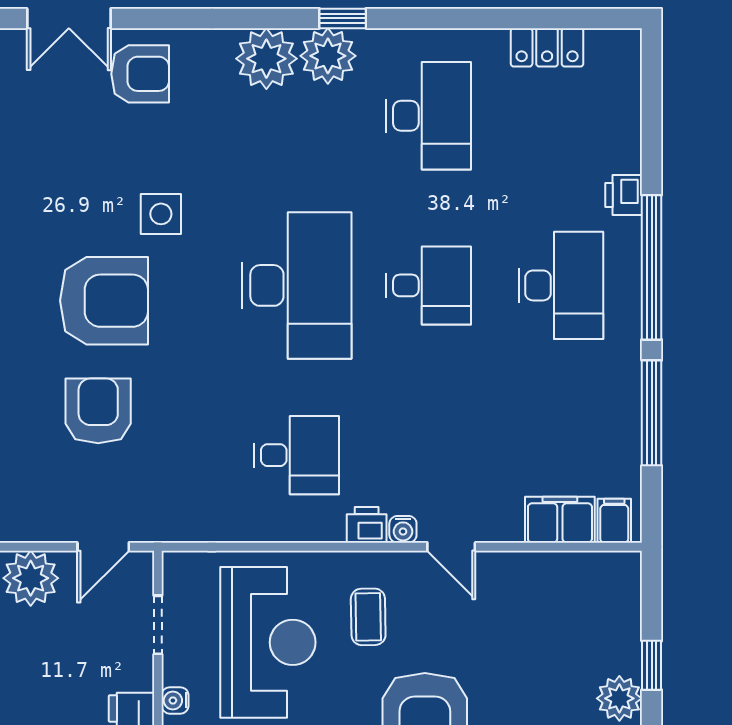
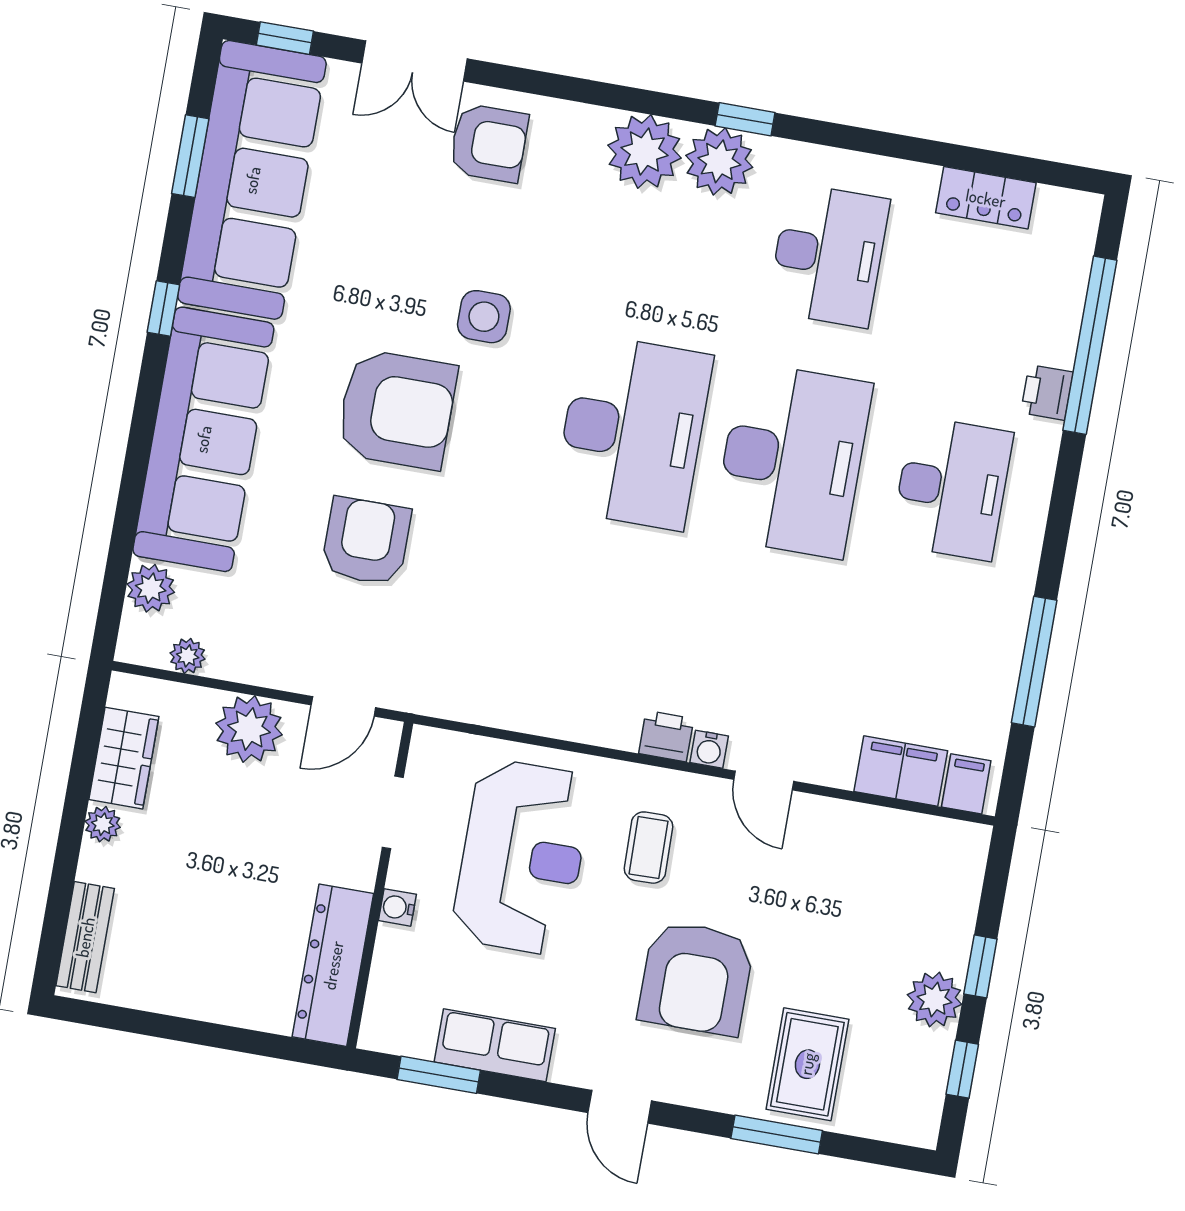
window: (652, 267) -> (1090, 345), moved
desk: (429, 285) -> (792, 460), width x1.87, depth x1.30
desk: (297, 455) -> (596, 637), removed

